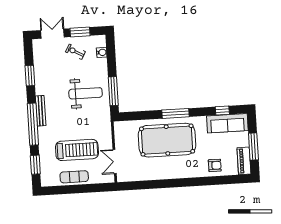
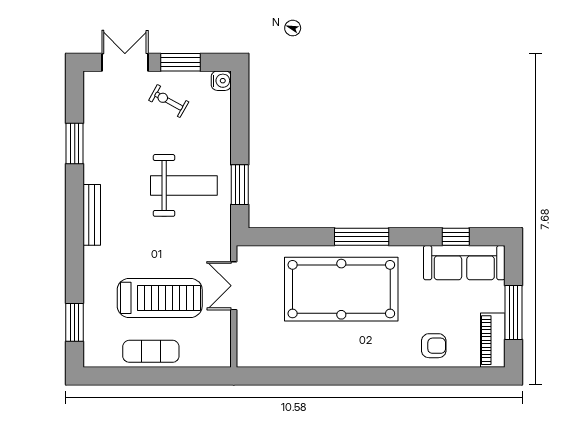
water cooler: (102, 52) -> (221, 81), moved
window: (113, 91) -> (240, 185), width x0.69
window: (33, 124) -> (75, 241), removed
double door: (115, 161) -> (234, 286), moved

